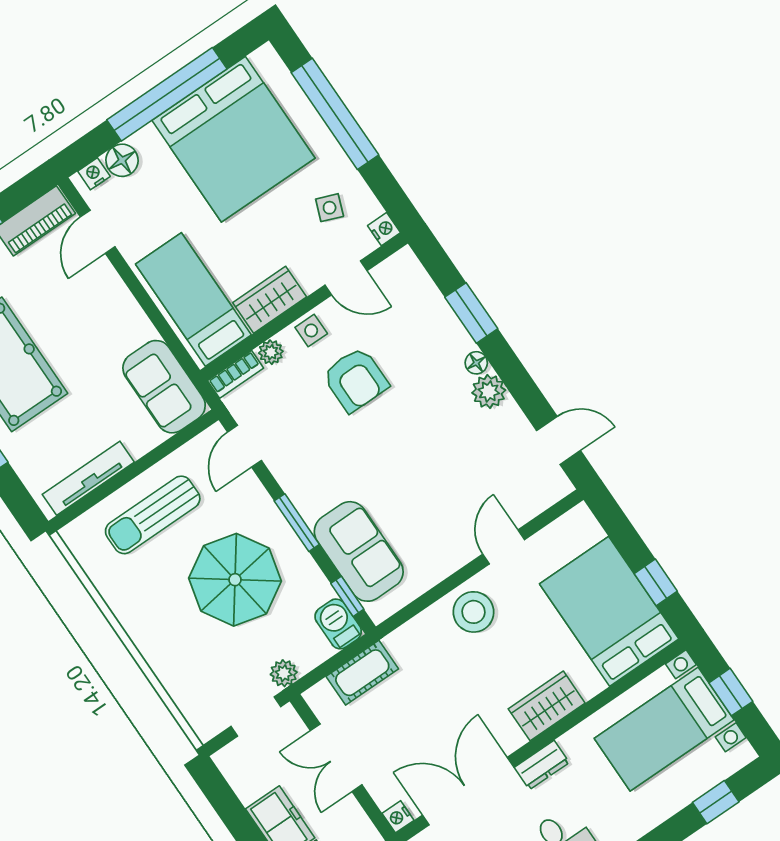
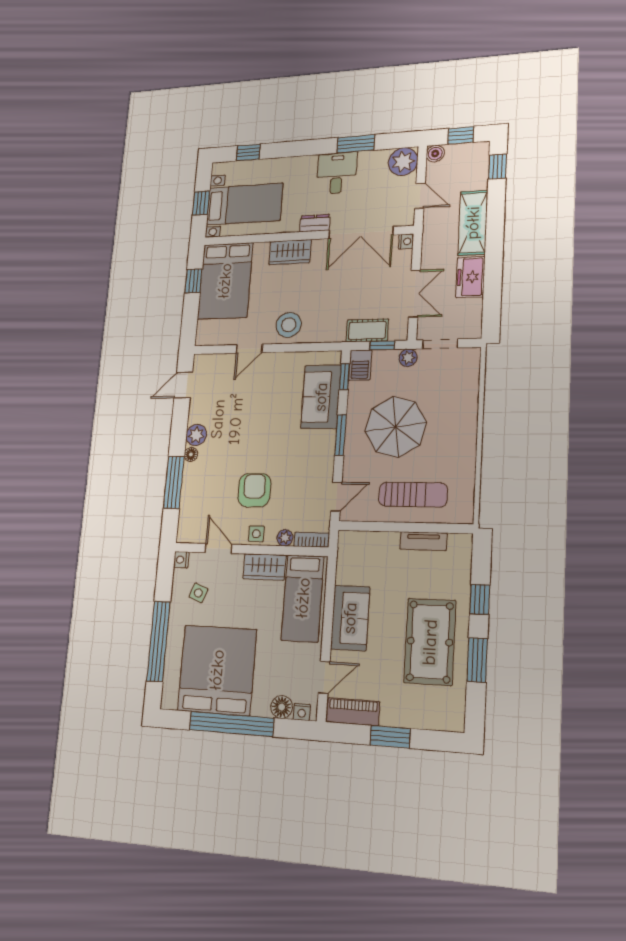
window: (471, 313) -> (174, 482), width x1.44
sofa: (164, 387) -> (350, 618), moved
door: (559, 441) -> (183, 385), hinge flipped
tv unit: (88, 478) -> (423, 541), width x0.71
window: (328, 667) -> (382, 345), added

